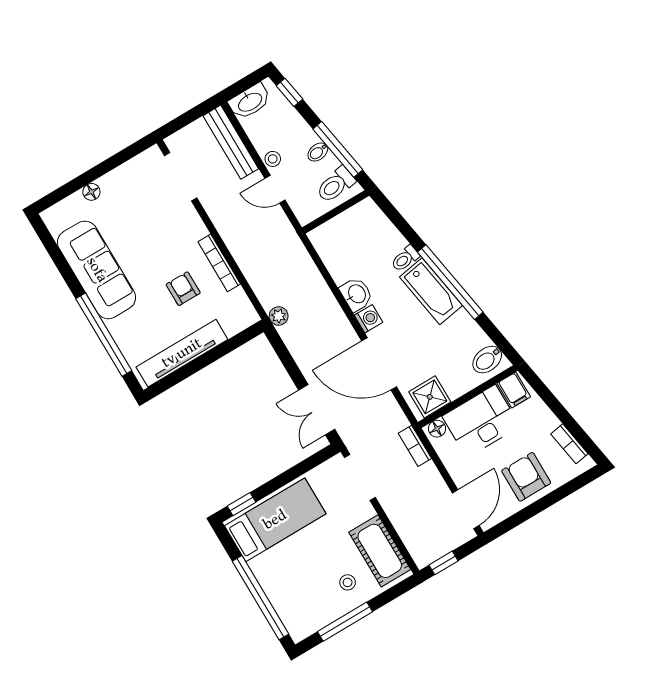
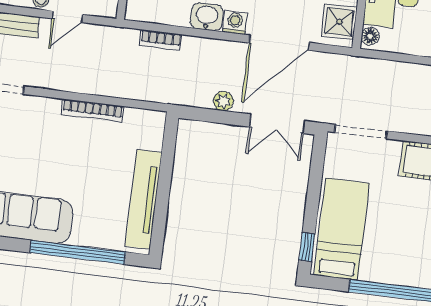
armchair: (183, 289) -> (91, 157), removed
plant: (279, 316) -> (223, 101), moved
bookcase: (415, 446) -> (161, 40), moved

